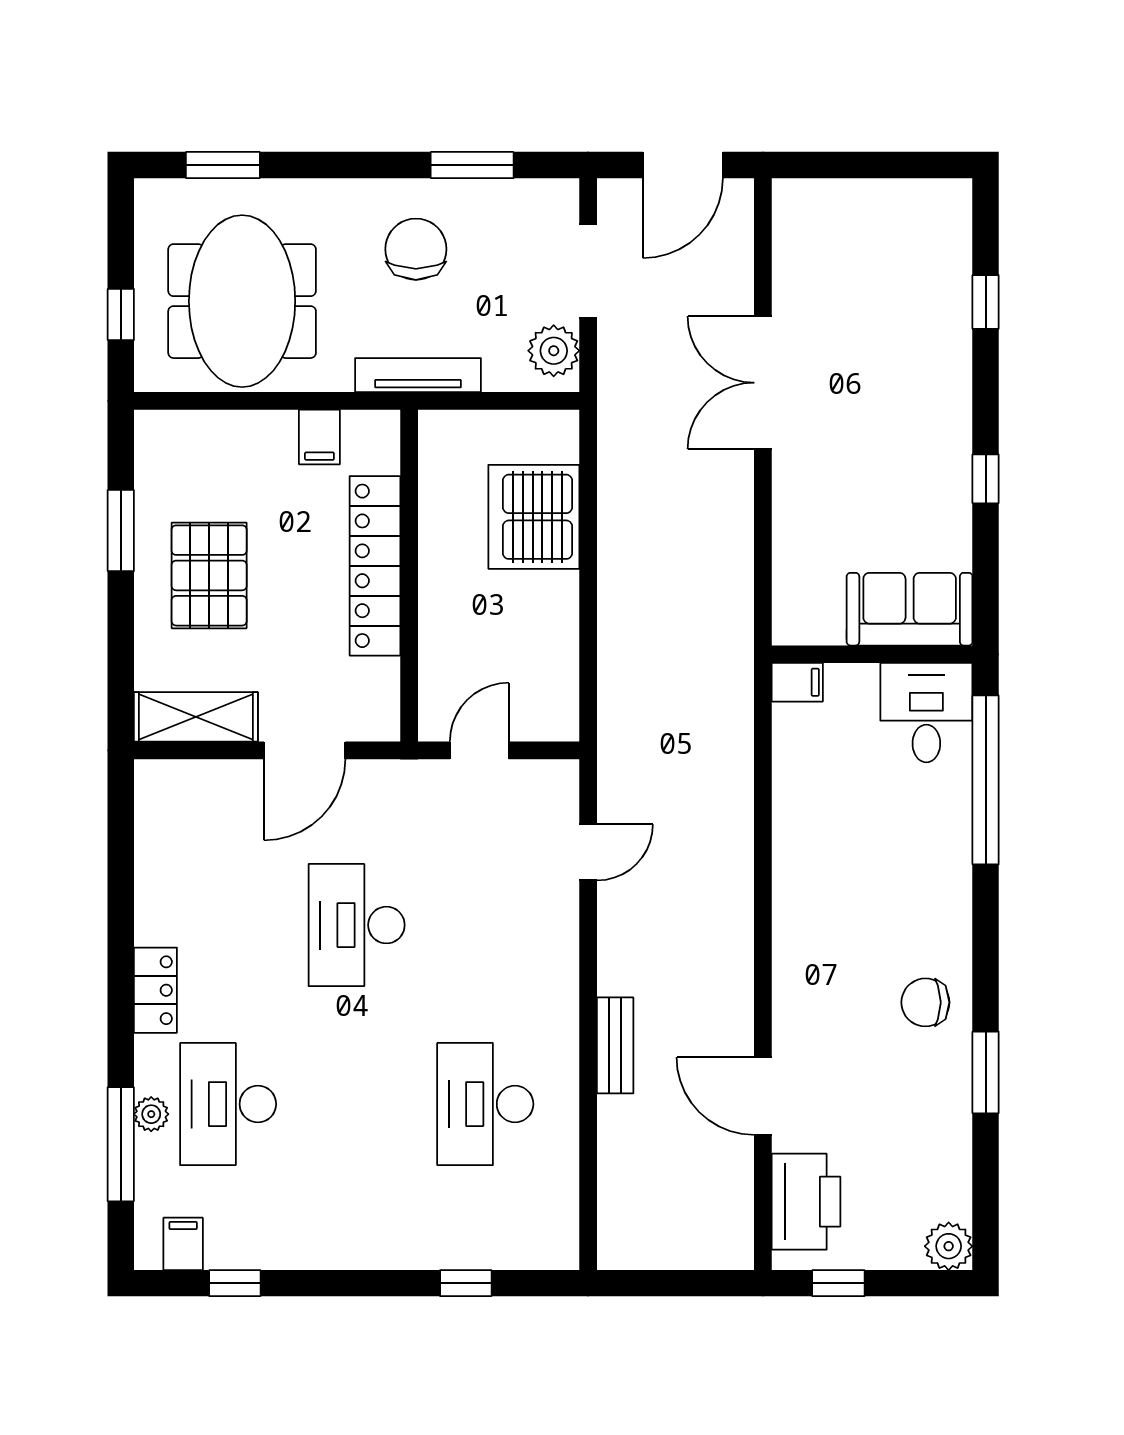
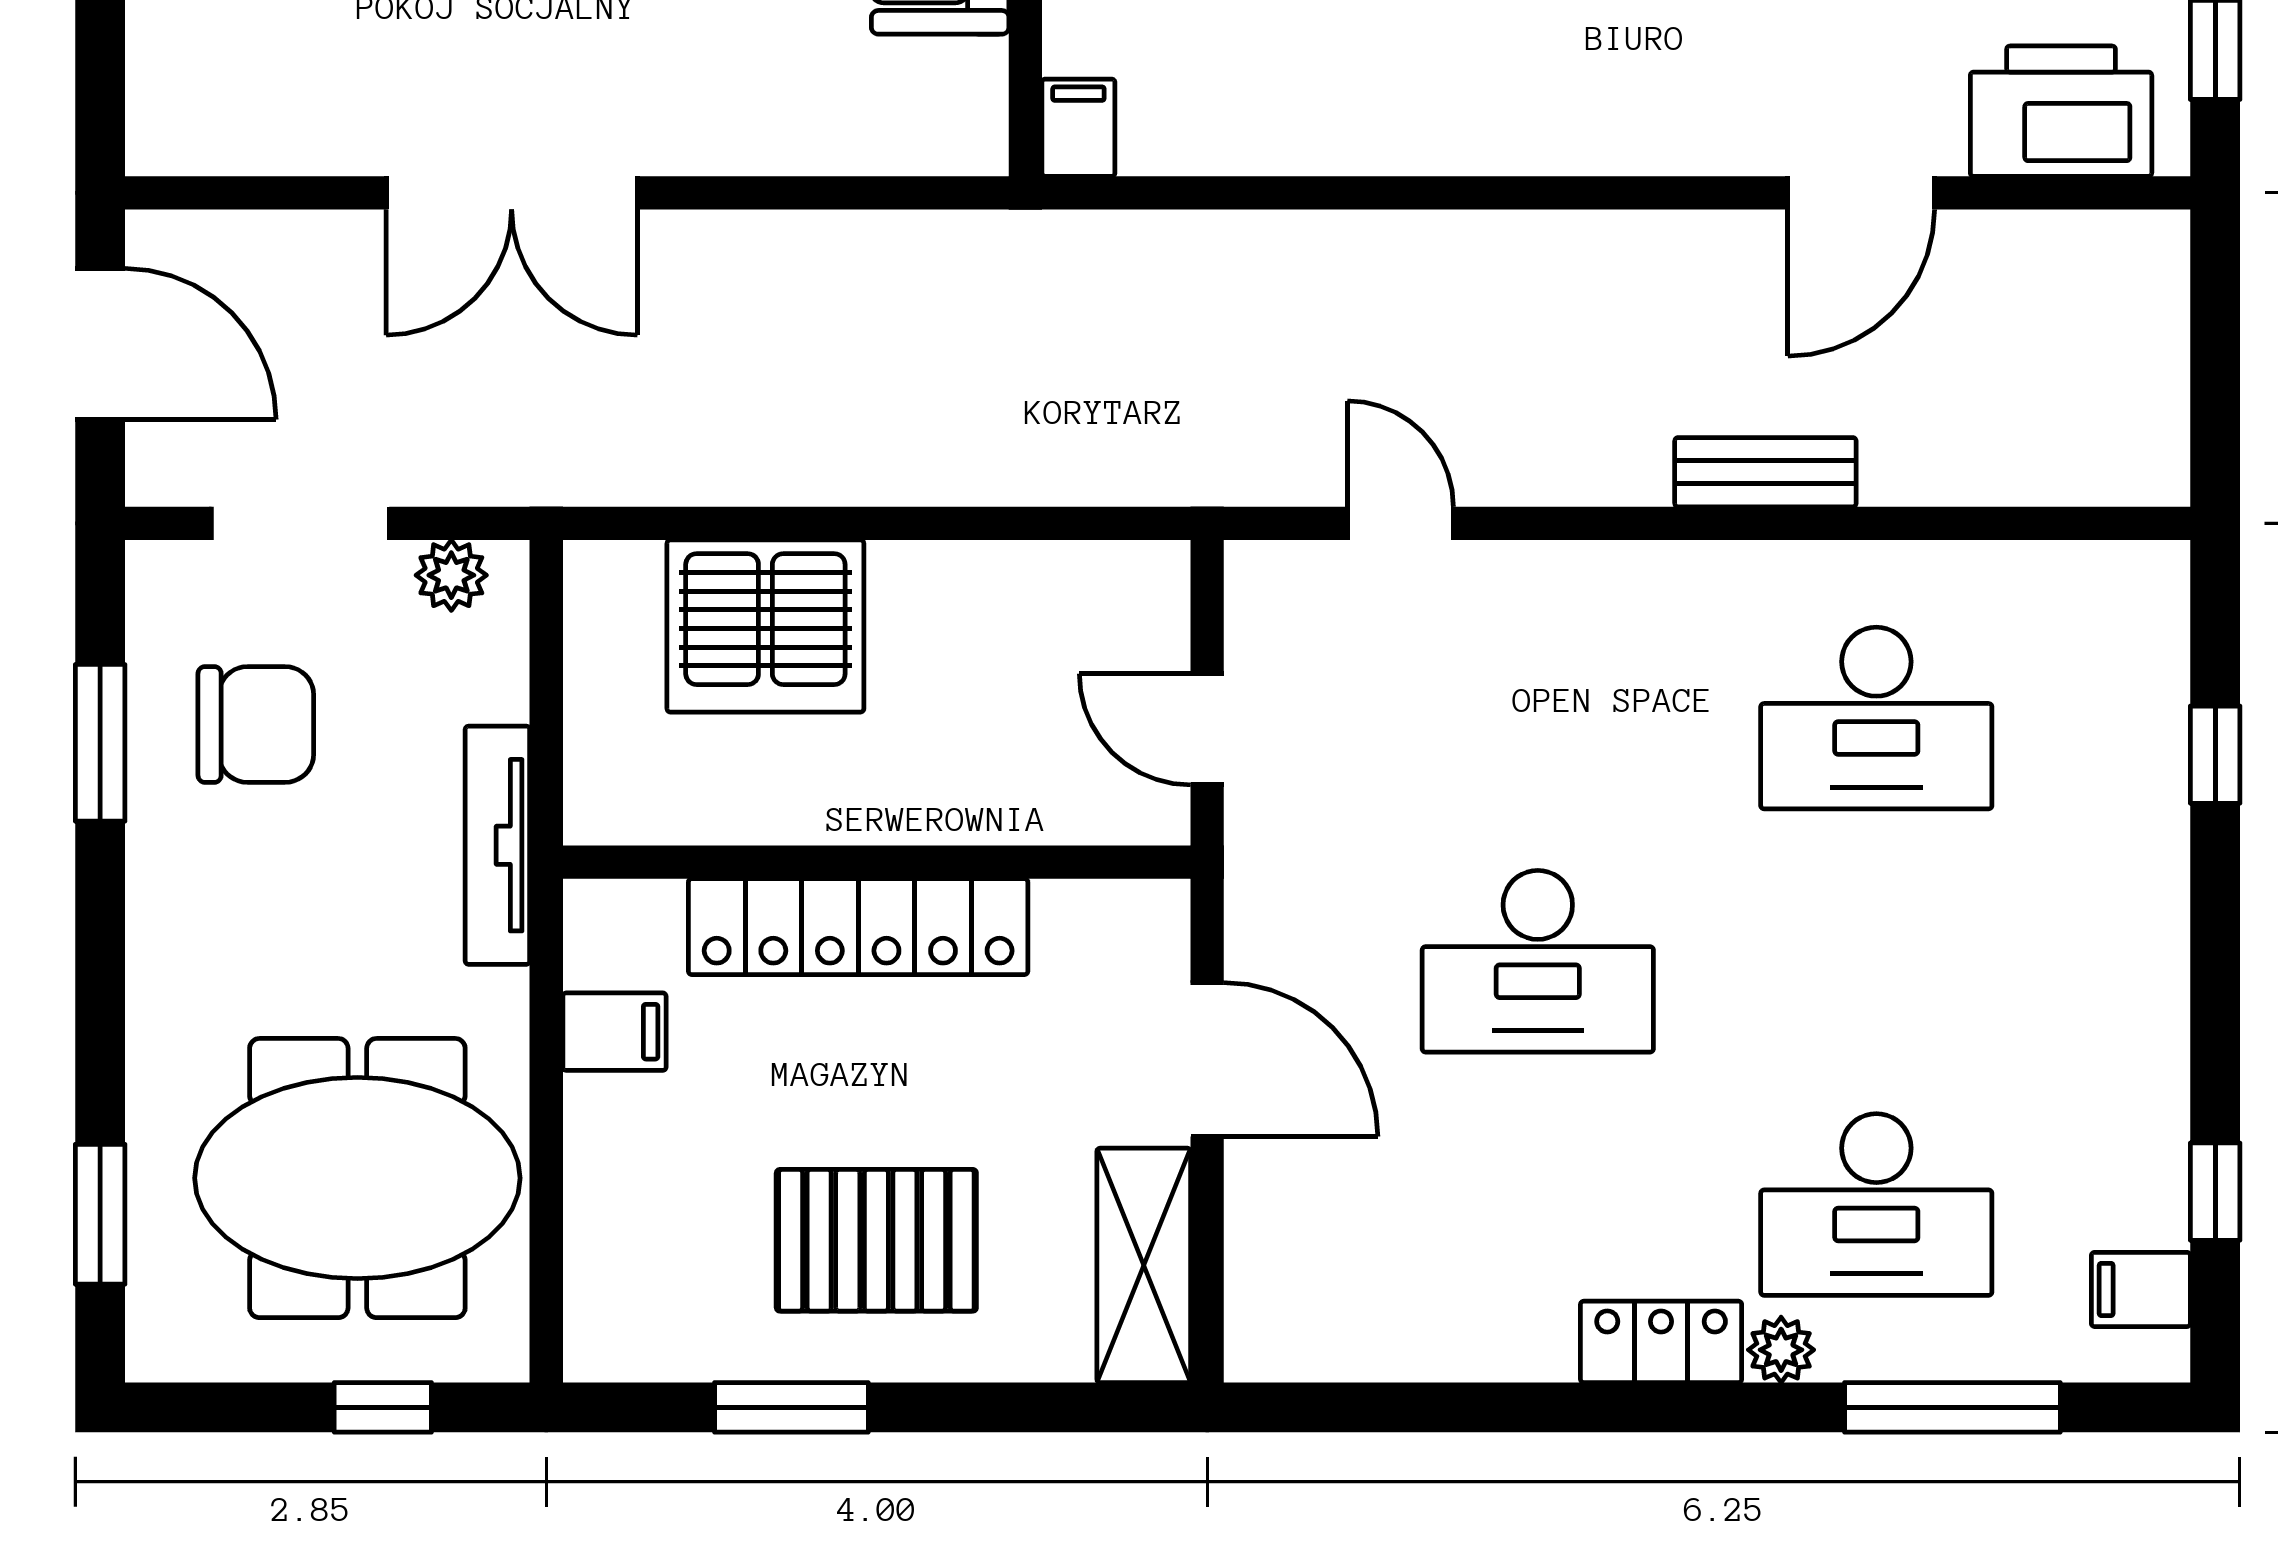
chair: (416, 249) -> (256, 724), moved, turned 180
plant: (554, 351) -> (451, 575), width x0.73, depth x0.73
plant: (151, 1114) -> (1781, 1350), moved

